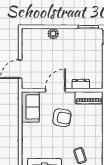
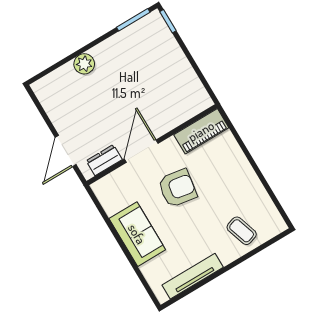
dresser: (81, 84) -> (104, 160), moved
sofa: (30, 107) -> (137, 234), moved

